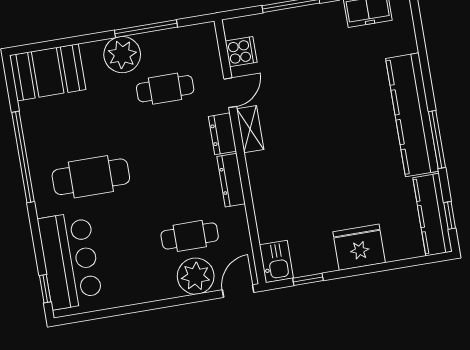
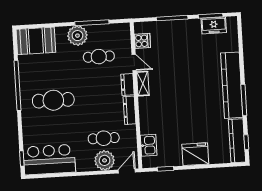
door: (230, 93) -> (134, 63), hinge flipped
bar counter: (70, 260) -> (49, 160), moved, turned -90
kitchen sink: (276, 261) -> (149, 145), moved

